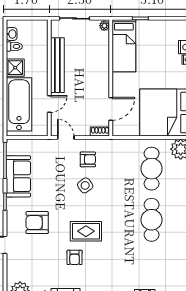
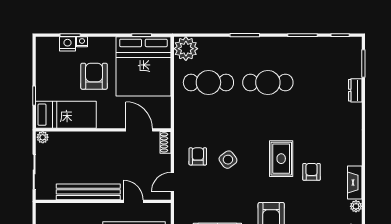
armchair: (157, 70) -> (94, 76), added
armchair: (75, 257) -> (312, 172), turned -90

